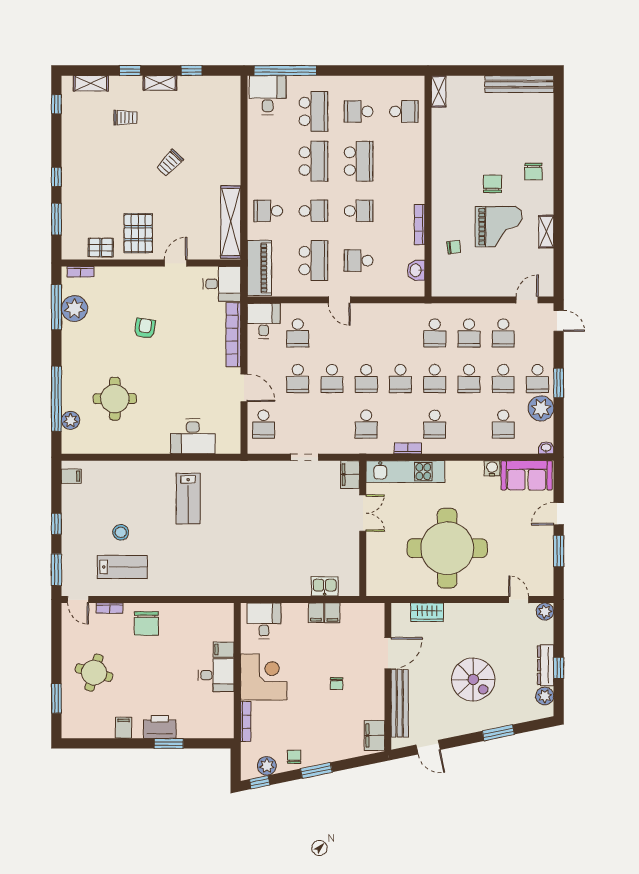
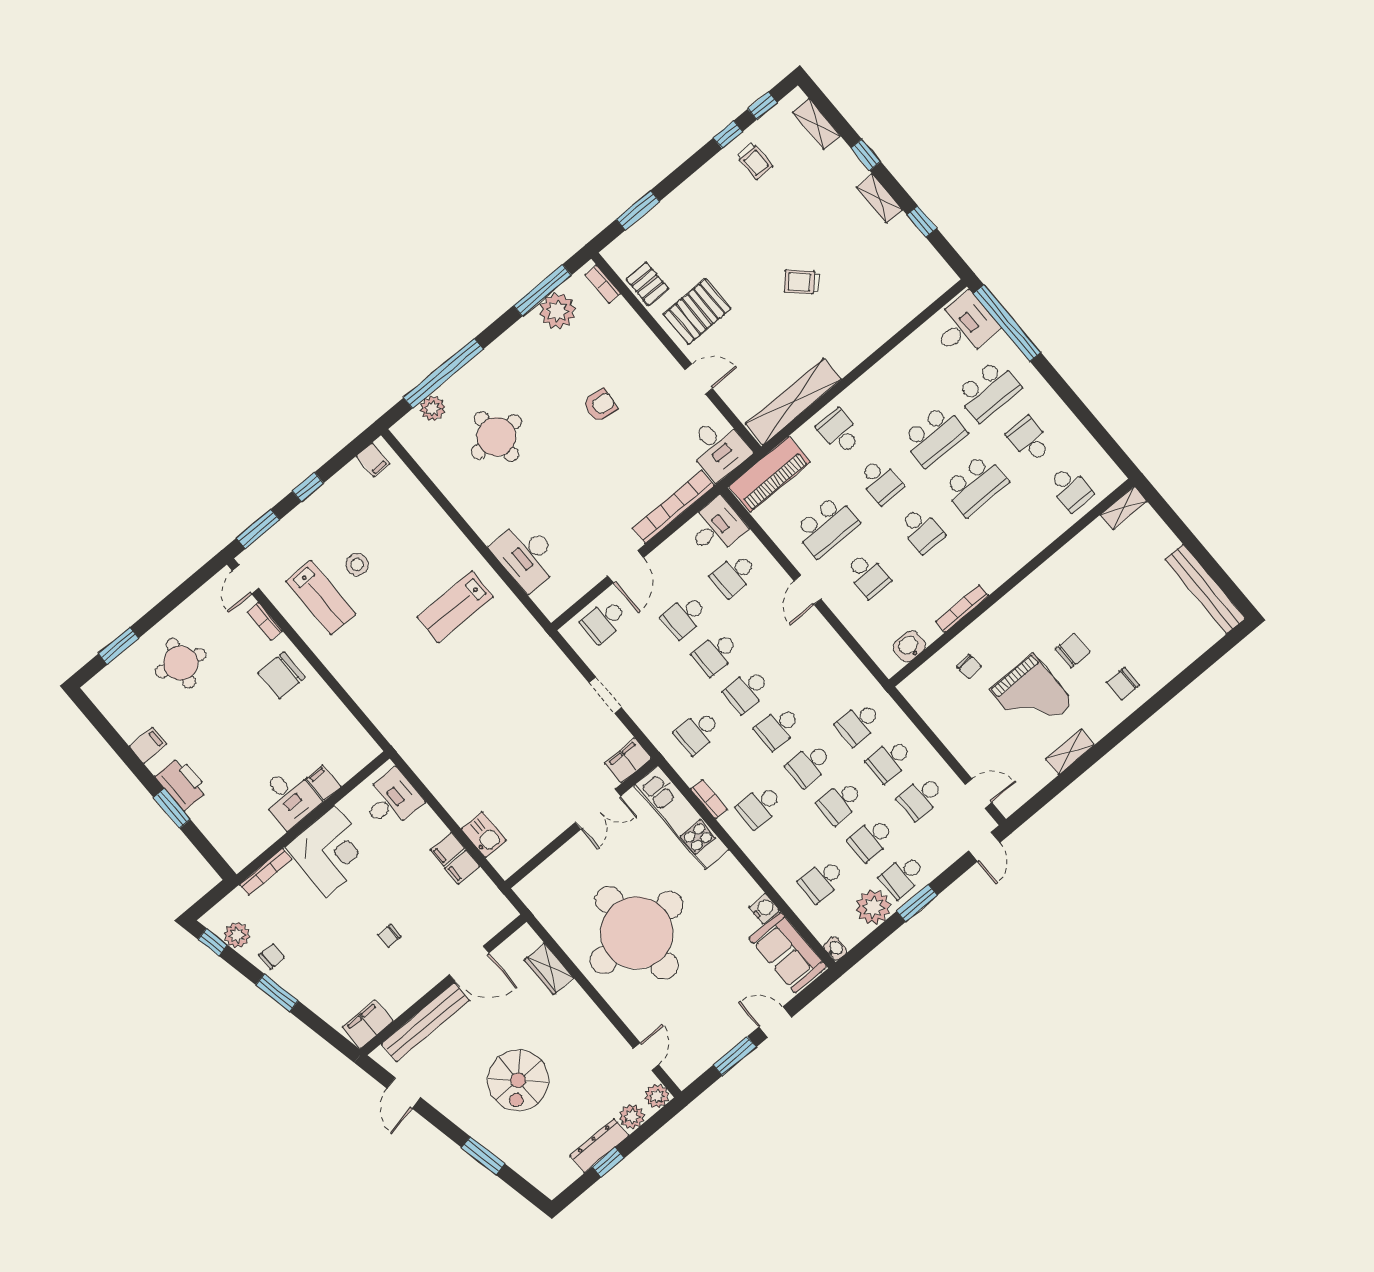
trolley: (125, 118) -> (755, 161), moved
window: (56, 177) -> (728, 135), moved
school desk: (359, 261) -> (868, 575), turned 180
plant: (545, 696) -> (632, 1117), moved

